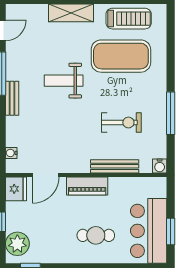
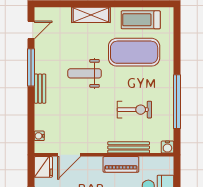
treadmill: (129, 19) -> (141, 20), turned 180
window: (171, 113) -> (177, 102), width x1.46
piano: (87, 186) -> (121, 164), moved

